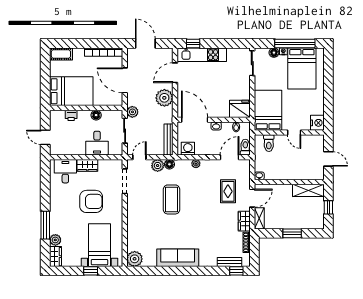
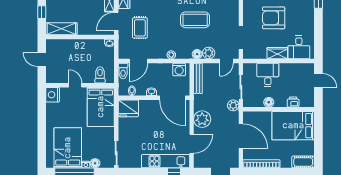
coffee table: (172, 199) -> (195, 20), turned 90

